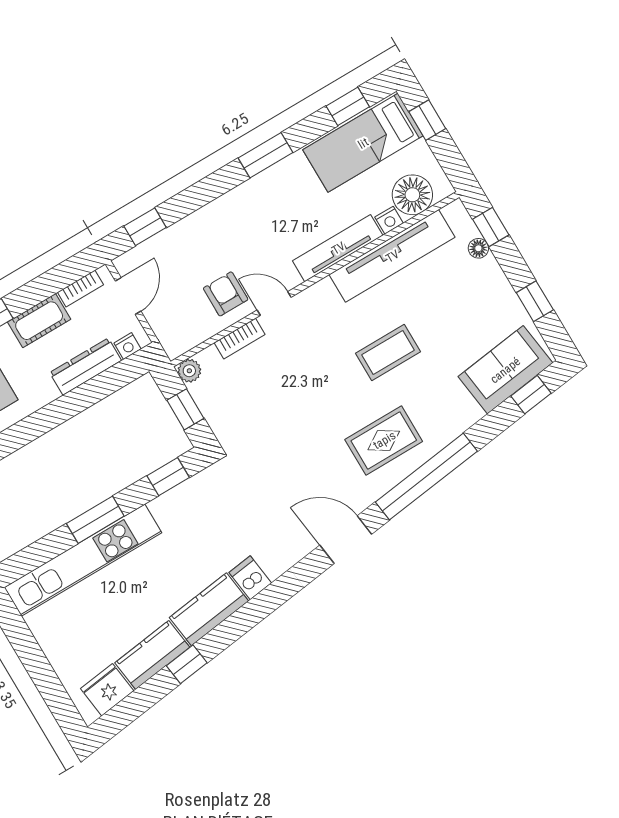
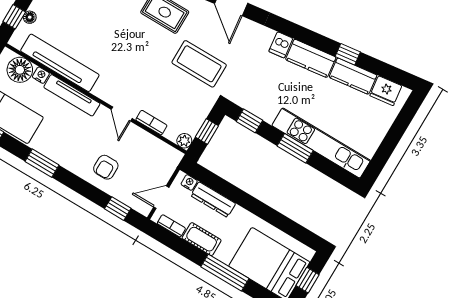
armchair: (226, 294) -> (106, 167), moved
coffee table: (388, 352) -> (199, 64), moved, width x1.36, depth x1.32

